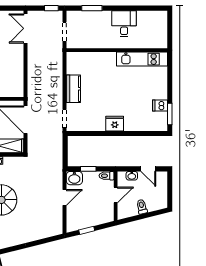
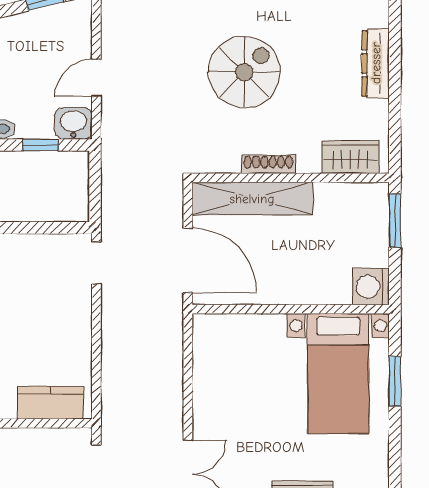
kitchen counter: (73, 89) -> (50, 403), moved, turned 90

